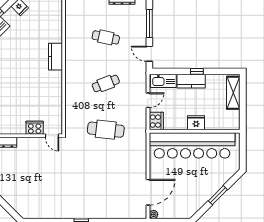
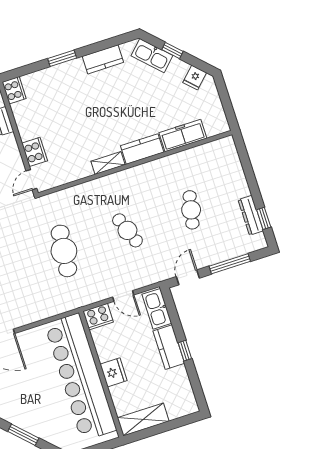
freezer: (55, 27) -> (183, 136), added
shelving: (57, 82) -> (108, 163), added
shelving: (233, 93) -> (143, 419), moved

